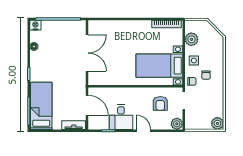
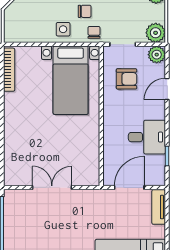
plant: (191, 39) -> (156, 33), moved
double door: (87, 53) -> (52, 187), width x0.73
door: (143, 131) -> (167, 89), moved

